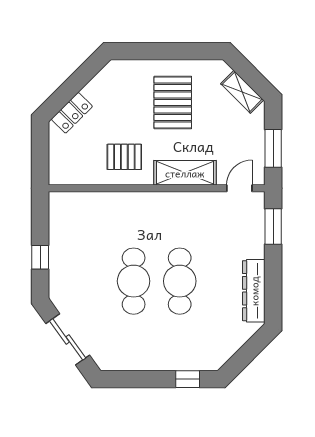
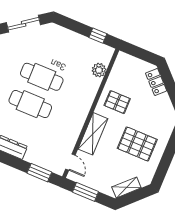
pallet: (124, 157) -> (117, 102), turned 90
plant: (89, 203) -> (99, 70), added
window: (40, 257) -> (98, 36), moved

